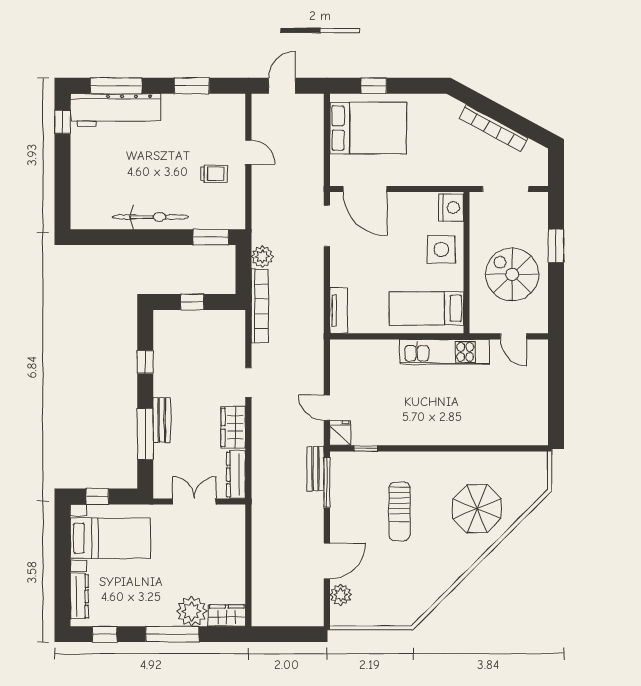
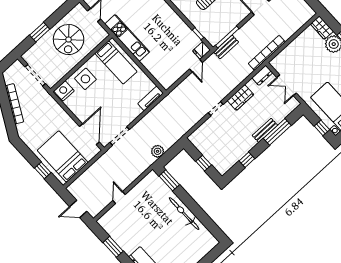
trolley: (214, 174) -> (141, 204), removed
bookcase: (260, 306) -> (267, 53), moved
dresser: (236, 475) -> (262, 75), width x0.70

